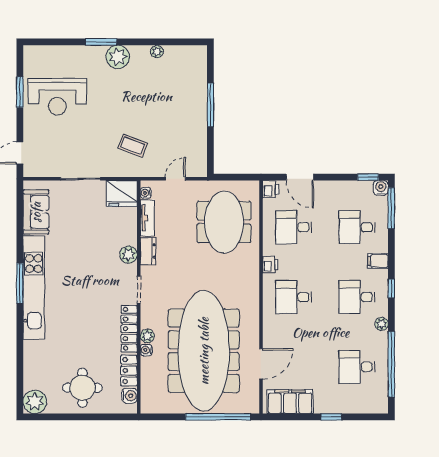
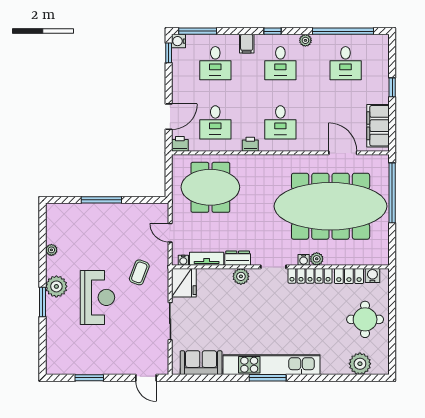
reception desk: (57, 97) -> (97, 297), moved
water cooler: (146, 350) -> (304, 260), moved
plant: (35, 402) -> (360, 364), moved

